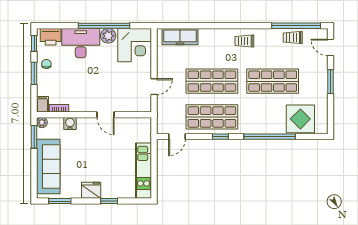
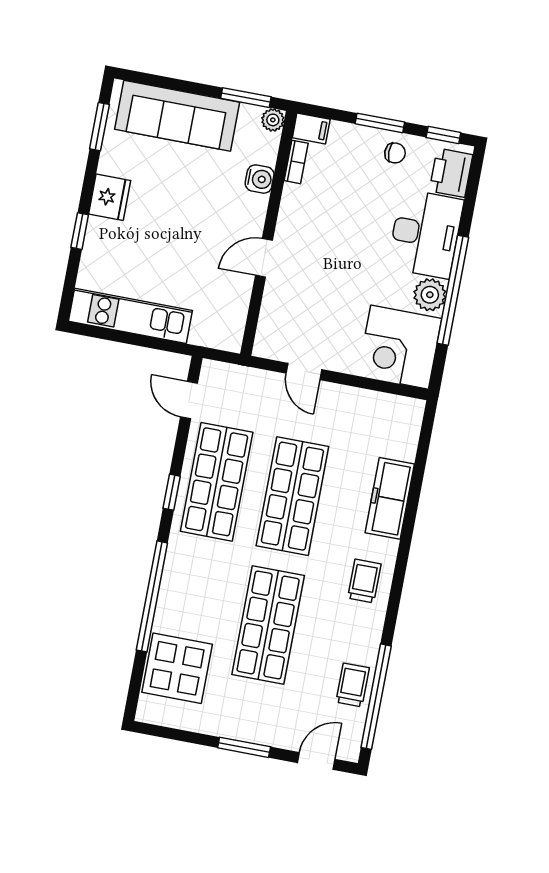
freezer: (180, 37) -> (390, 498), moved

